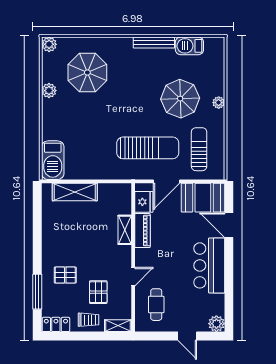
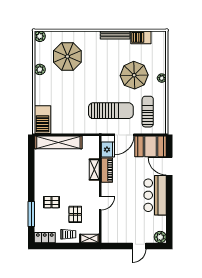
shelving: (75, 192) -> (58, 142), width x1.47
cafe table: (156, 305) -> (117, 223), removed
door: (187, 336) -> (139, 246), hinge flipped

